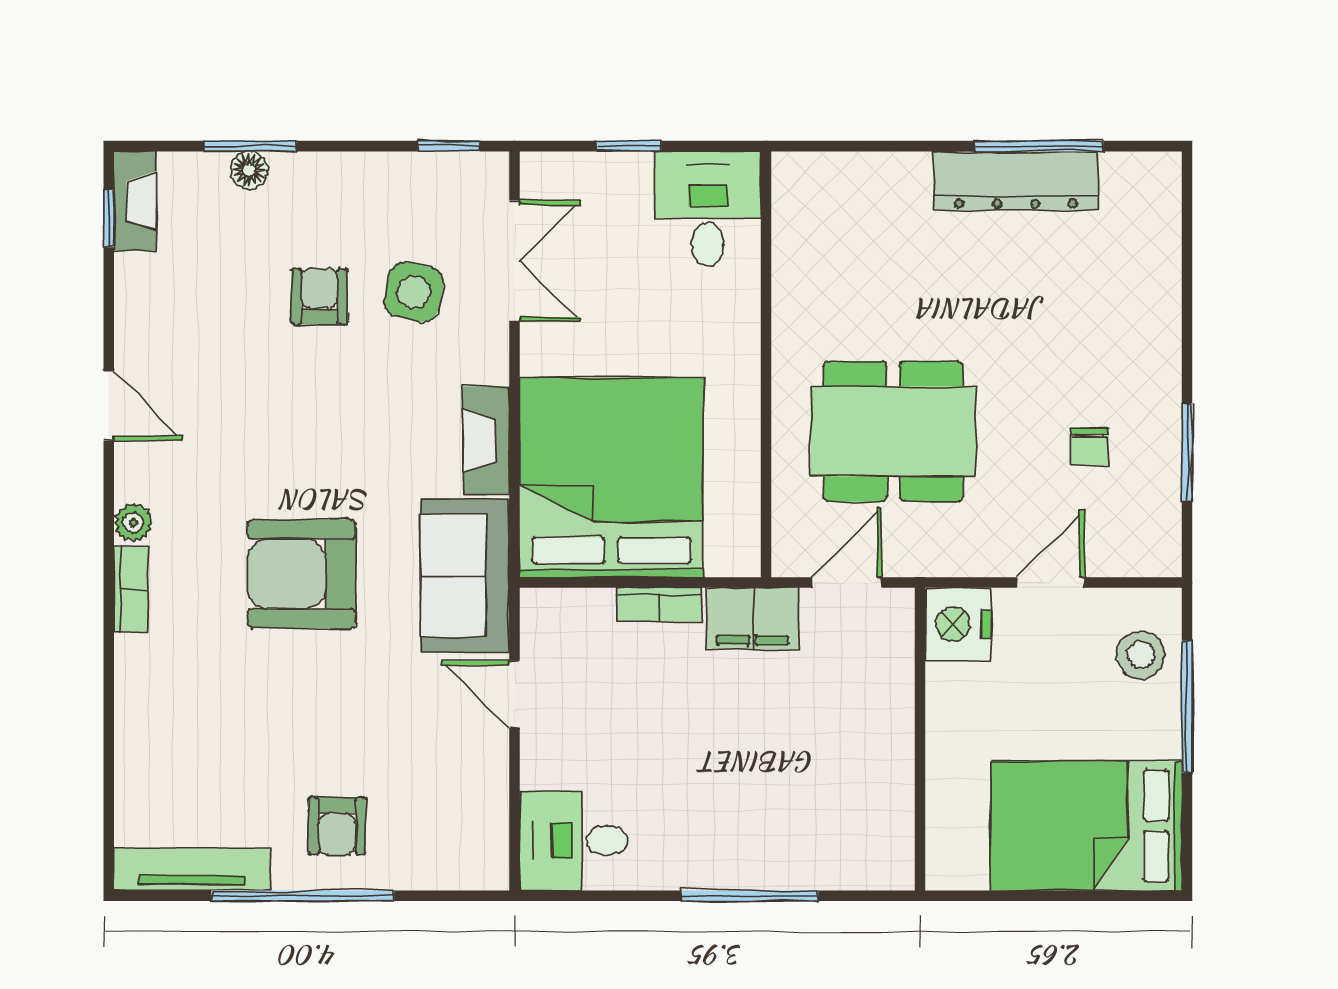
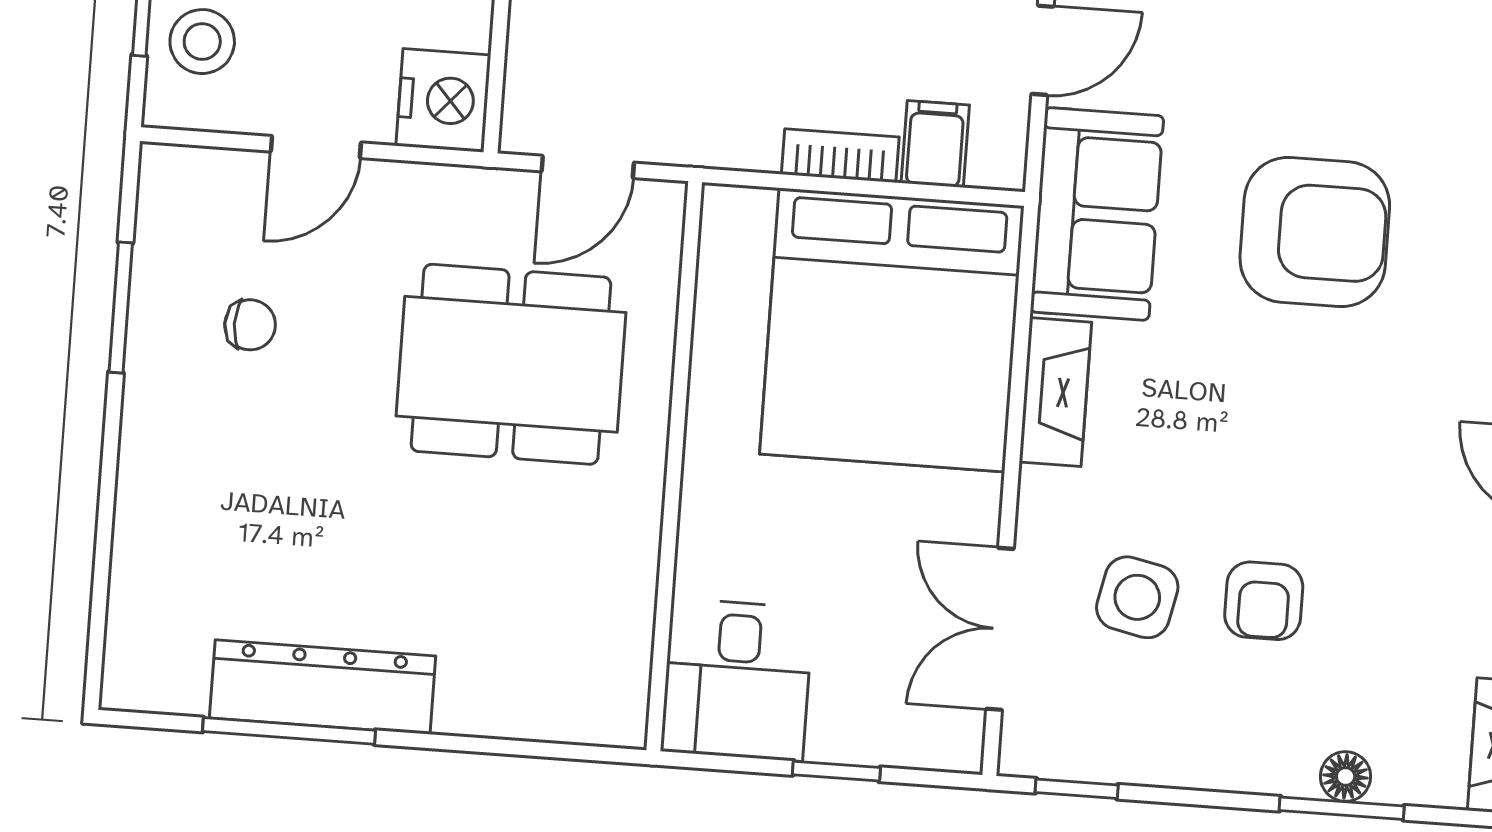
chair: (1090, 446) -> (250, 325), turned 90
filing cabinet: (753, 619) -> (935, 144), moved, width x0.50
door: (514, 694) -> (1043, 50), hinge flipped

